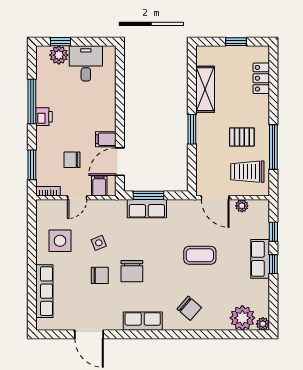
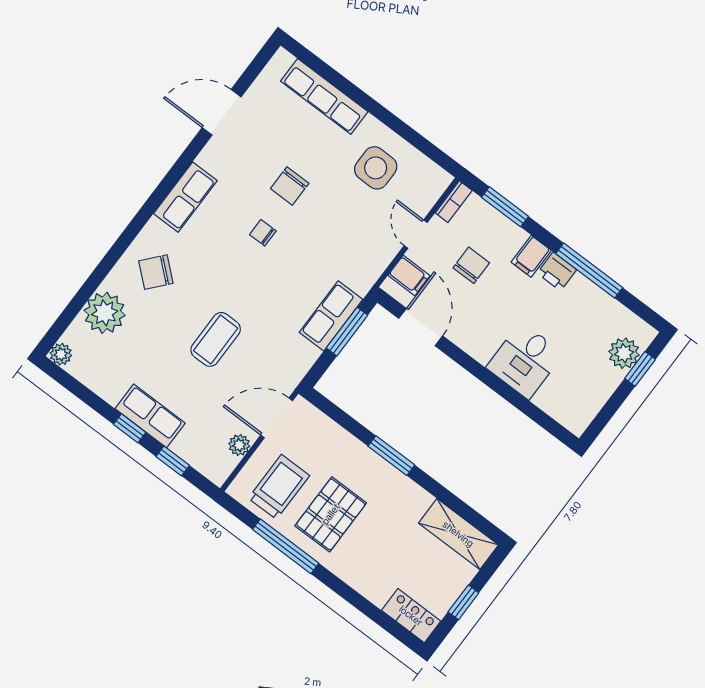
desk: (86, 63) -> (525, 360), moved, turned 90
locker: (261, 78) -> (411, 616), moved
shelving: (205, 89) -> (458, 534), moved
pallet: (242, 137) -> (331, 514), width x1.50, depth x1.42
filing cabinet: (106, 139) -> (531, 256), moved, turned 180
side table: (99, 243) -> (334, 217), removed
chair: (132, 271) -> (263, 233), width x0.54, depth x0.54
plant: (242, 318) -> (105, 313), moved

